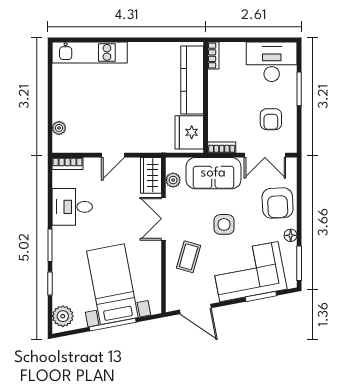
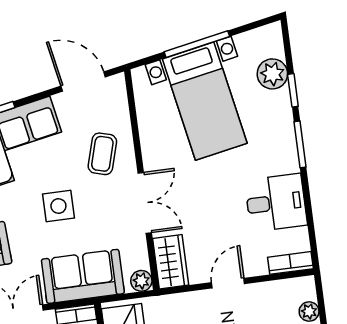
plant: (173, 180) -> (141, 281), moved
plant: (63, 316) -> (272, 74), moved

